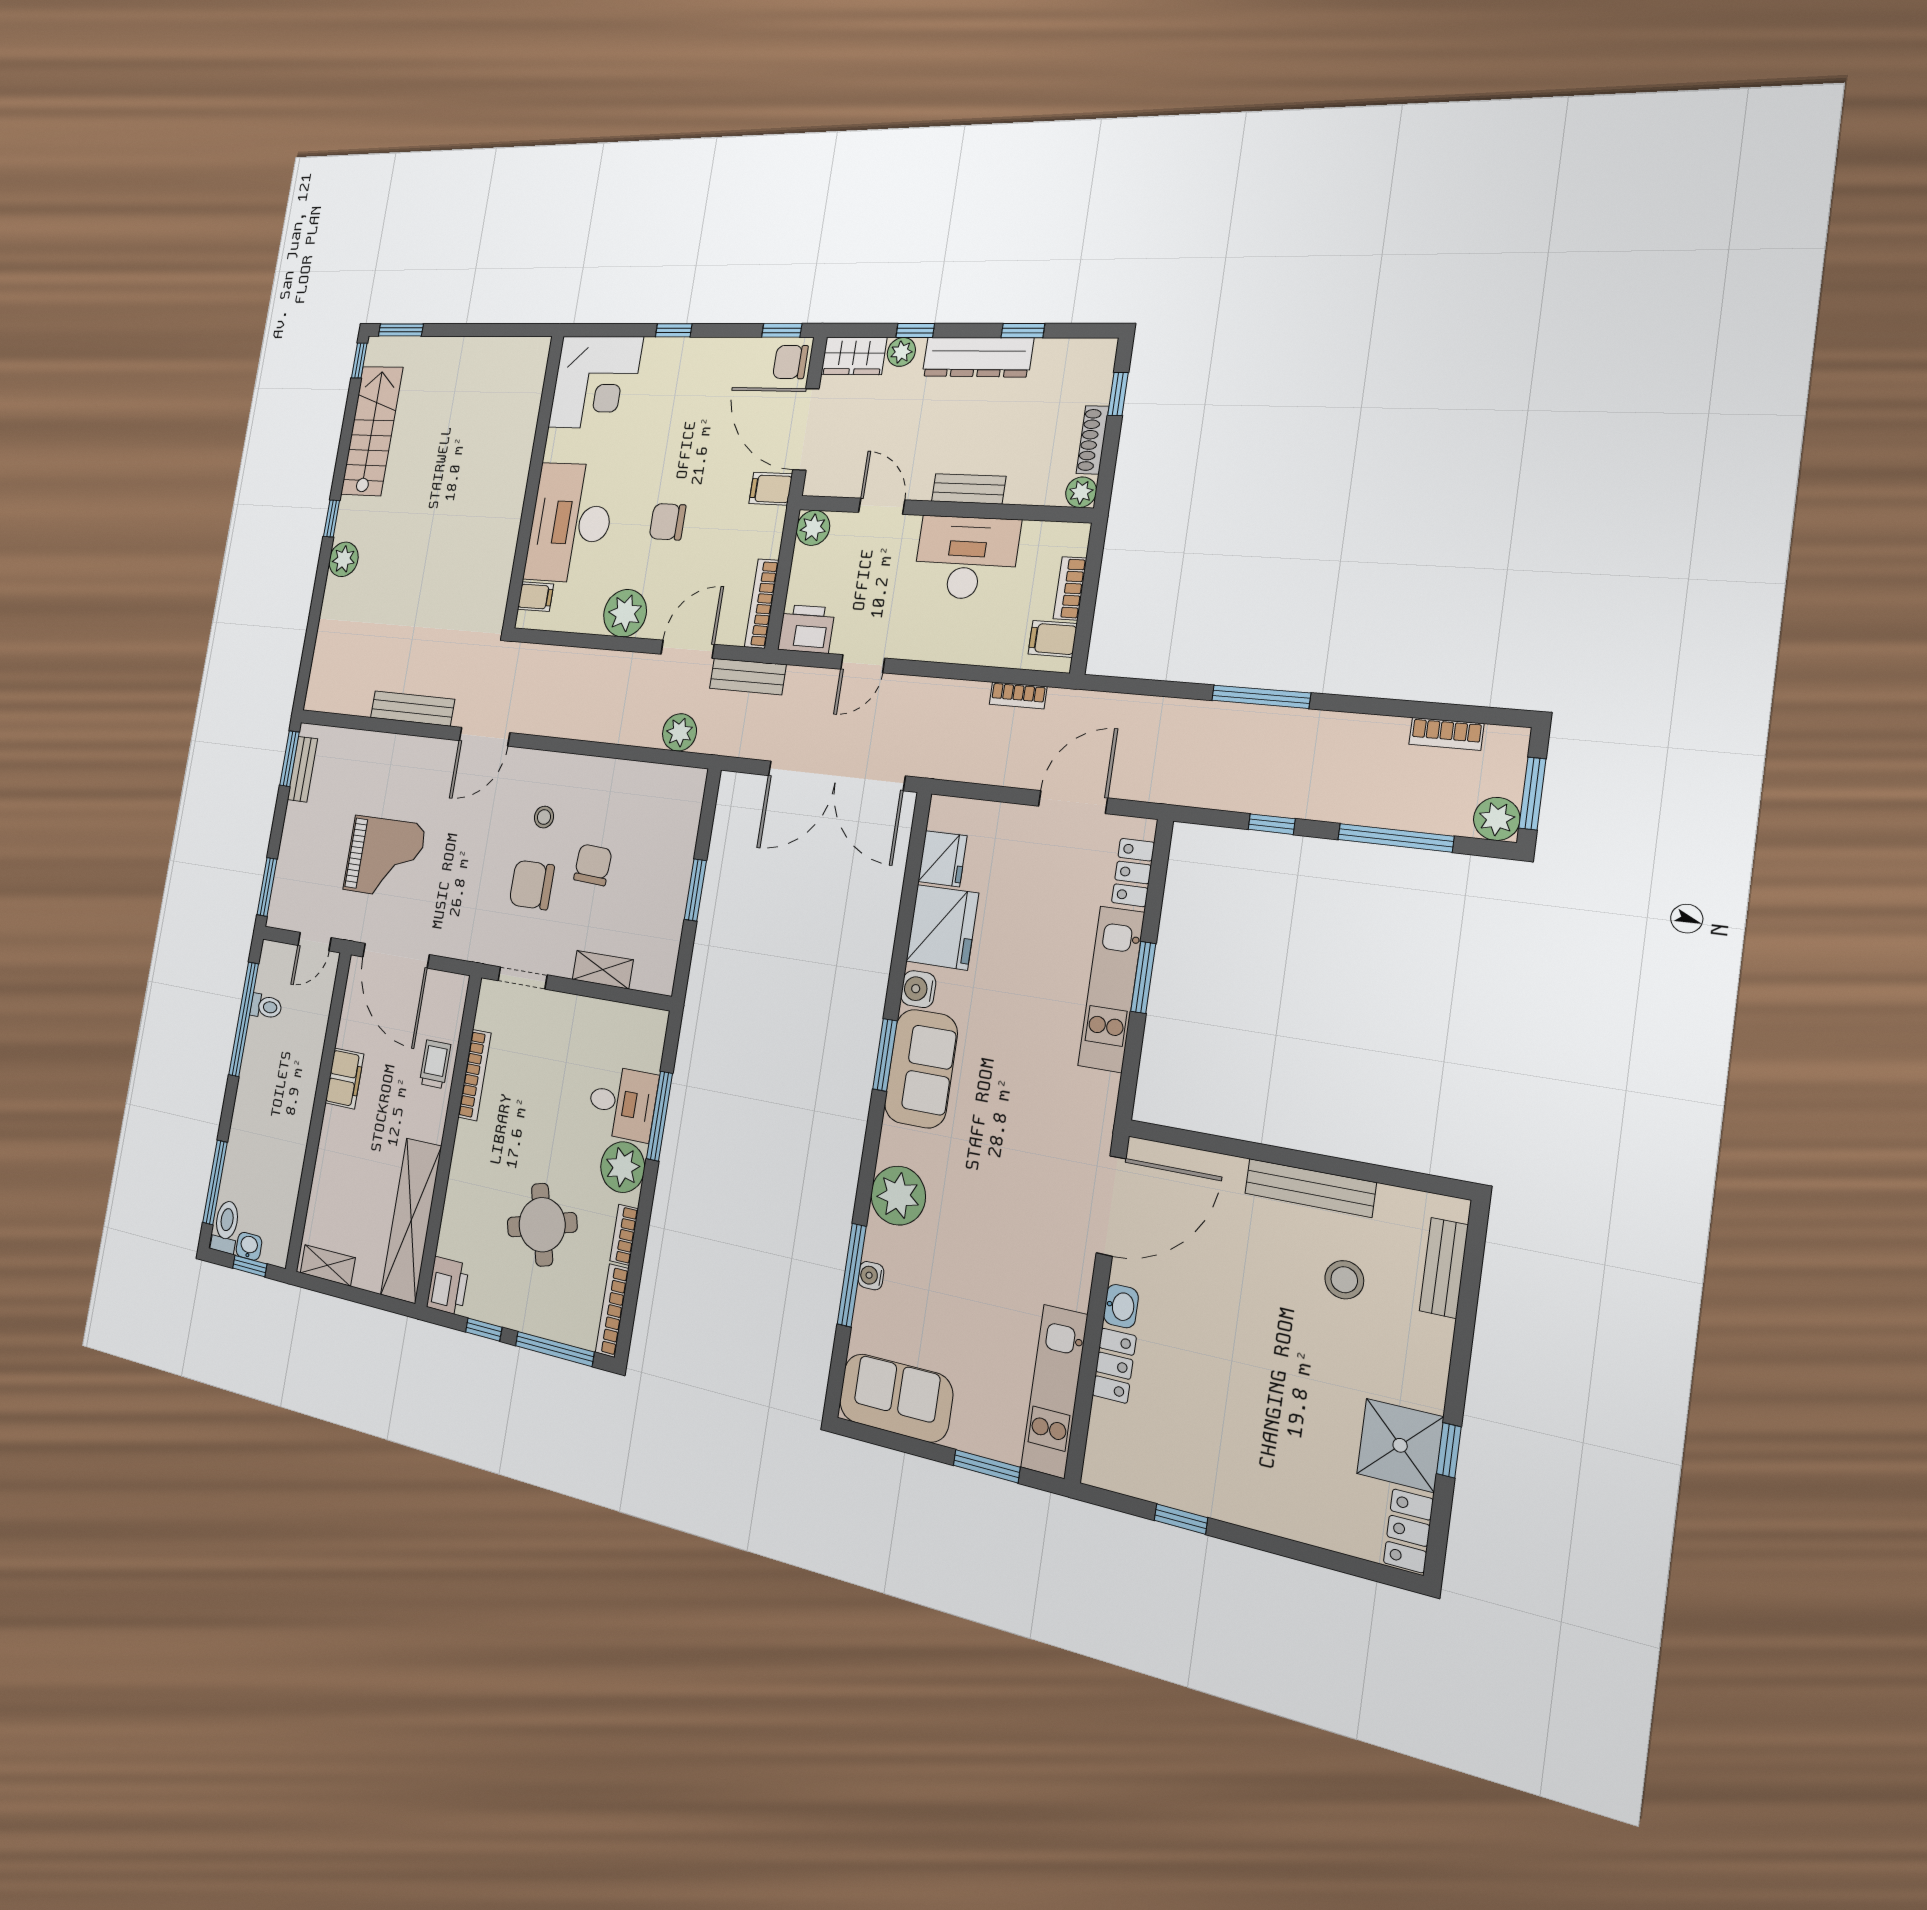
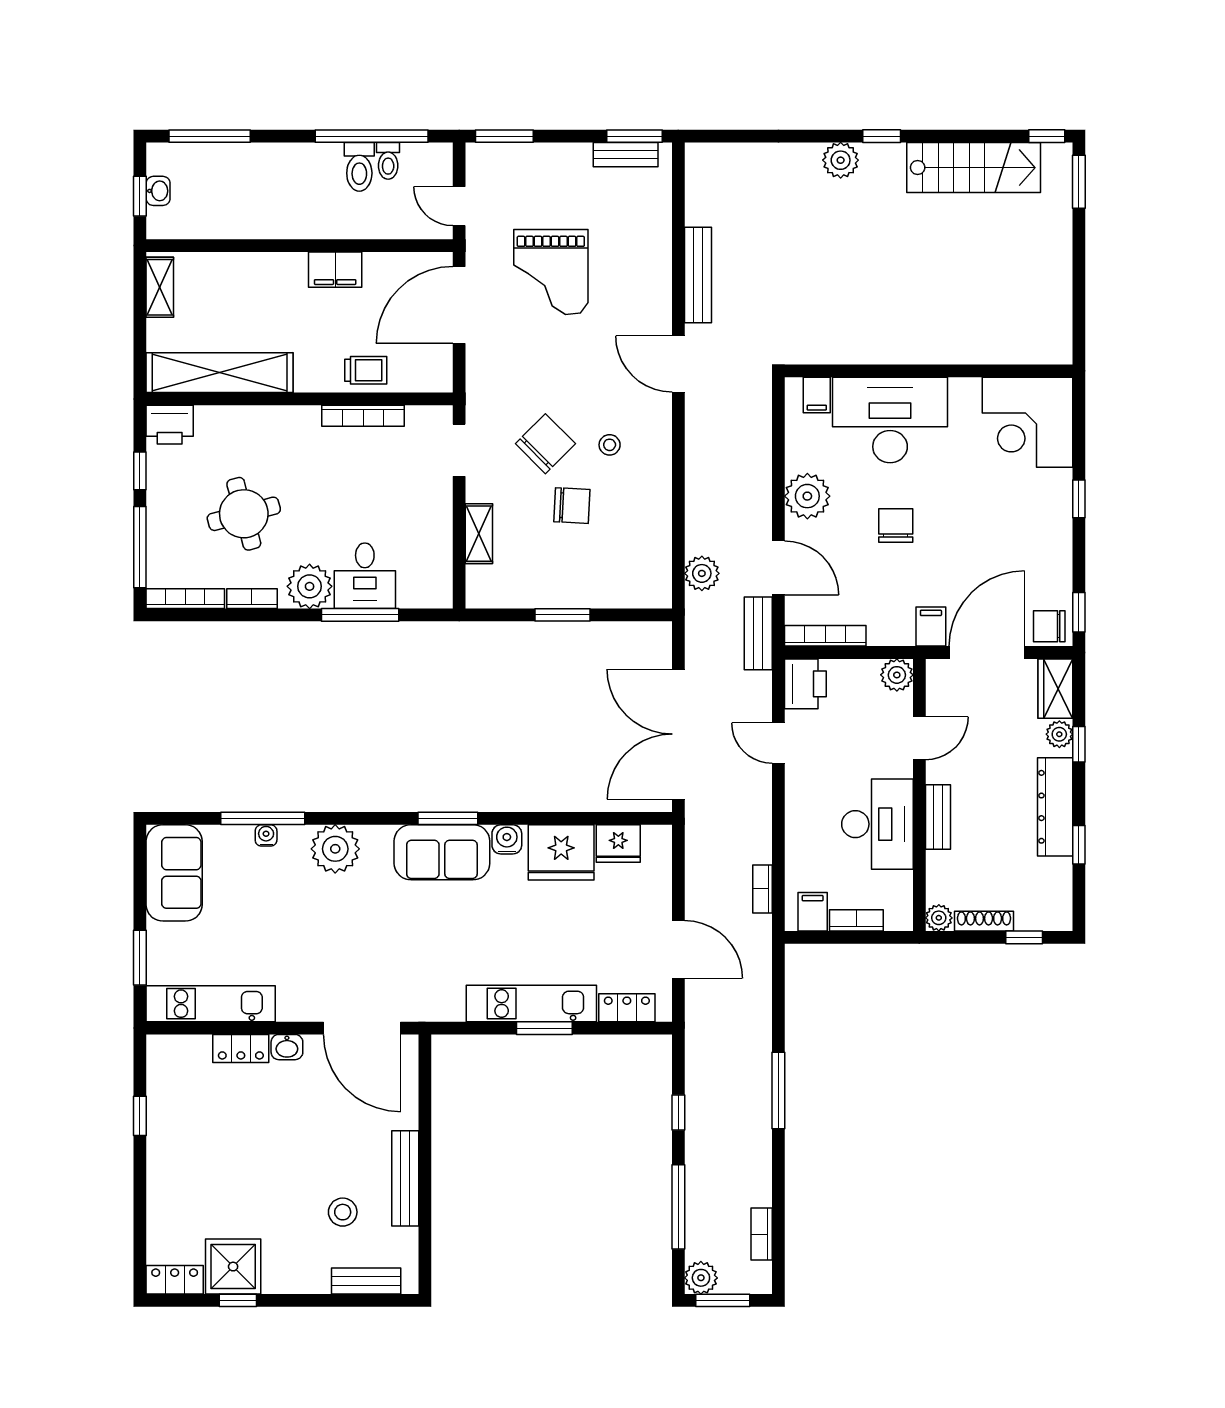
chair: (790, 362) -> (1049, 626), turned -90
chair: (532, 885) -> (545, 444), turned 45
toilet: (226, 1227) -> (359, 167), moved, turned 90

